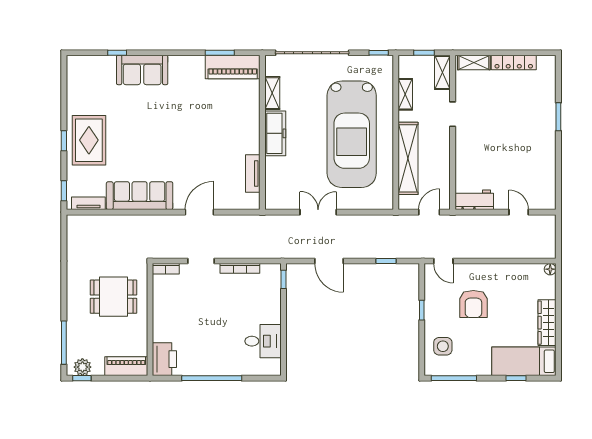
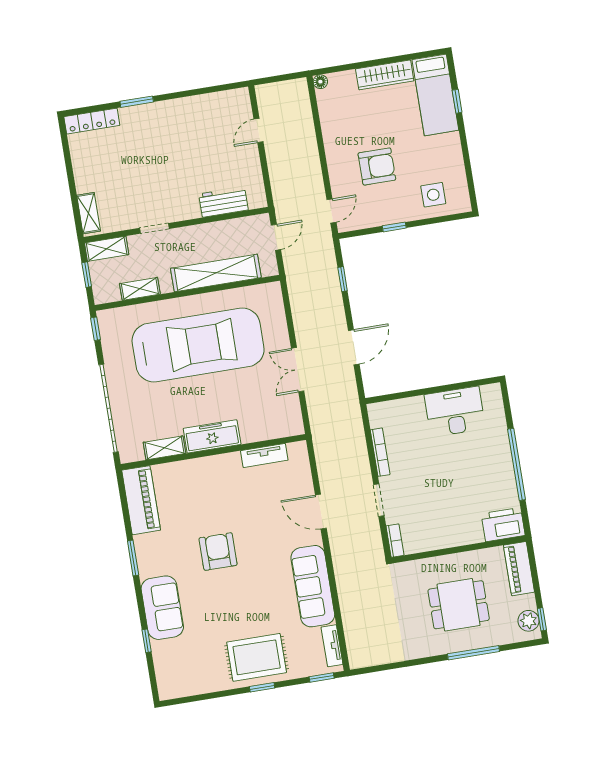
window: (220, 53) -> (133, 558), moved
locker: (514, 63) -> (92, 121), moved, turned 90
armchair: (180, 123) -> (218, 552), added
workbench: (474, 200) -> (223, 202), moved, turned 90
door: (429, 212) -> (276, 237), swing flipped
window: (283, 279) -> (385, 398), removed
dining table: (113, 297) -> (459, 605), moved, turned 90
desk: (263, 341) -> (455, 412), width x1.37
window: (64, 343) -> (473, 653), moved
window: (454, 378) -> (469, 175), removed

